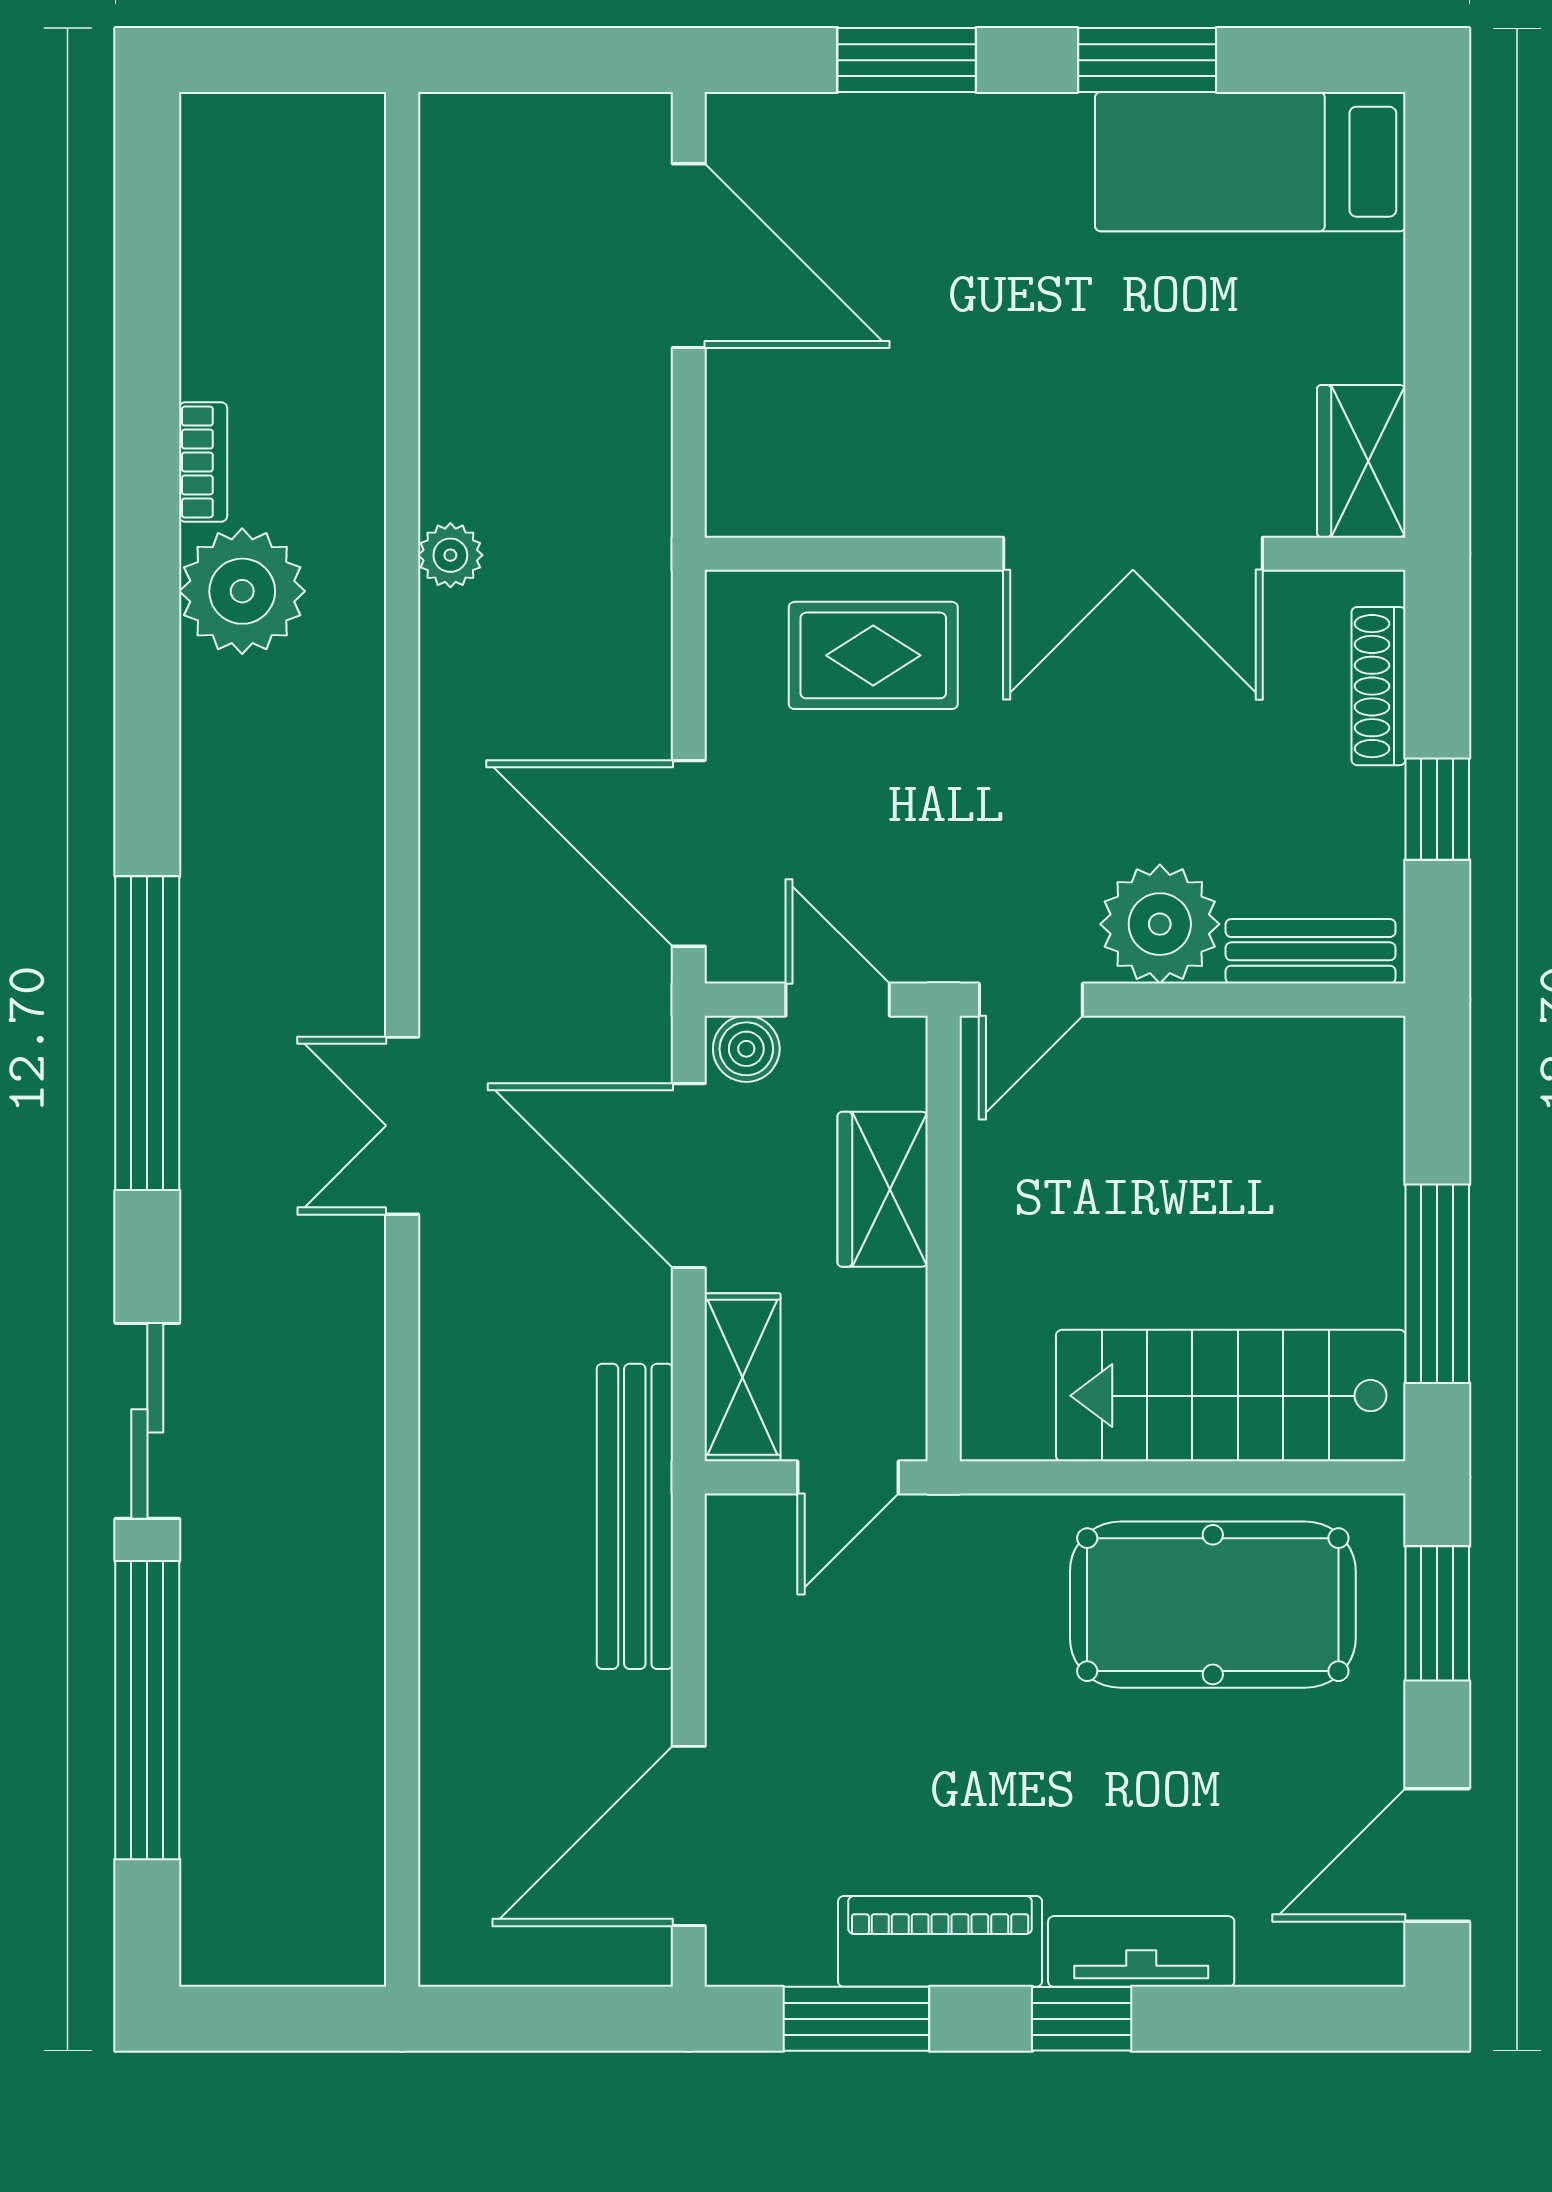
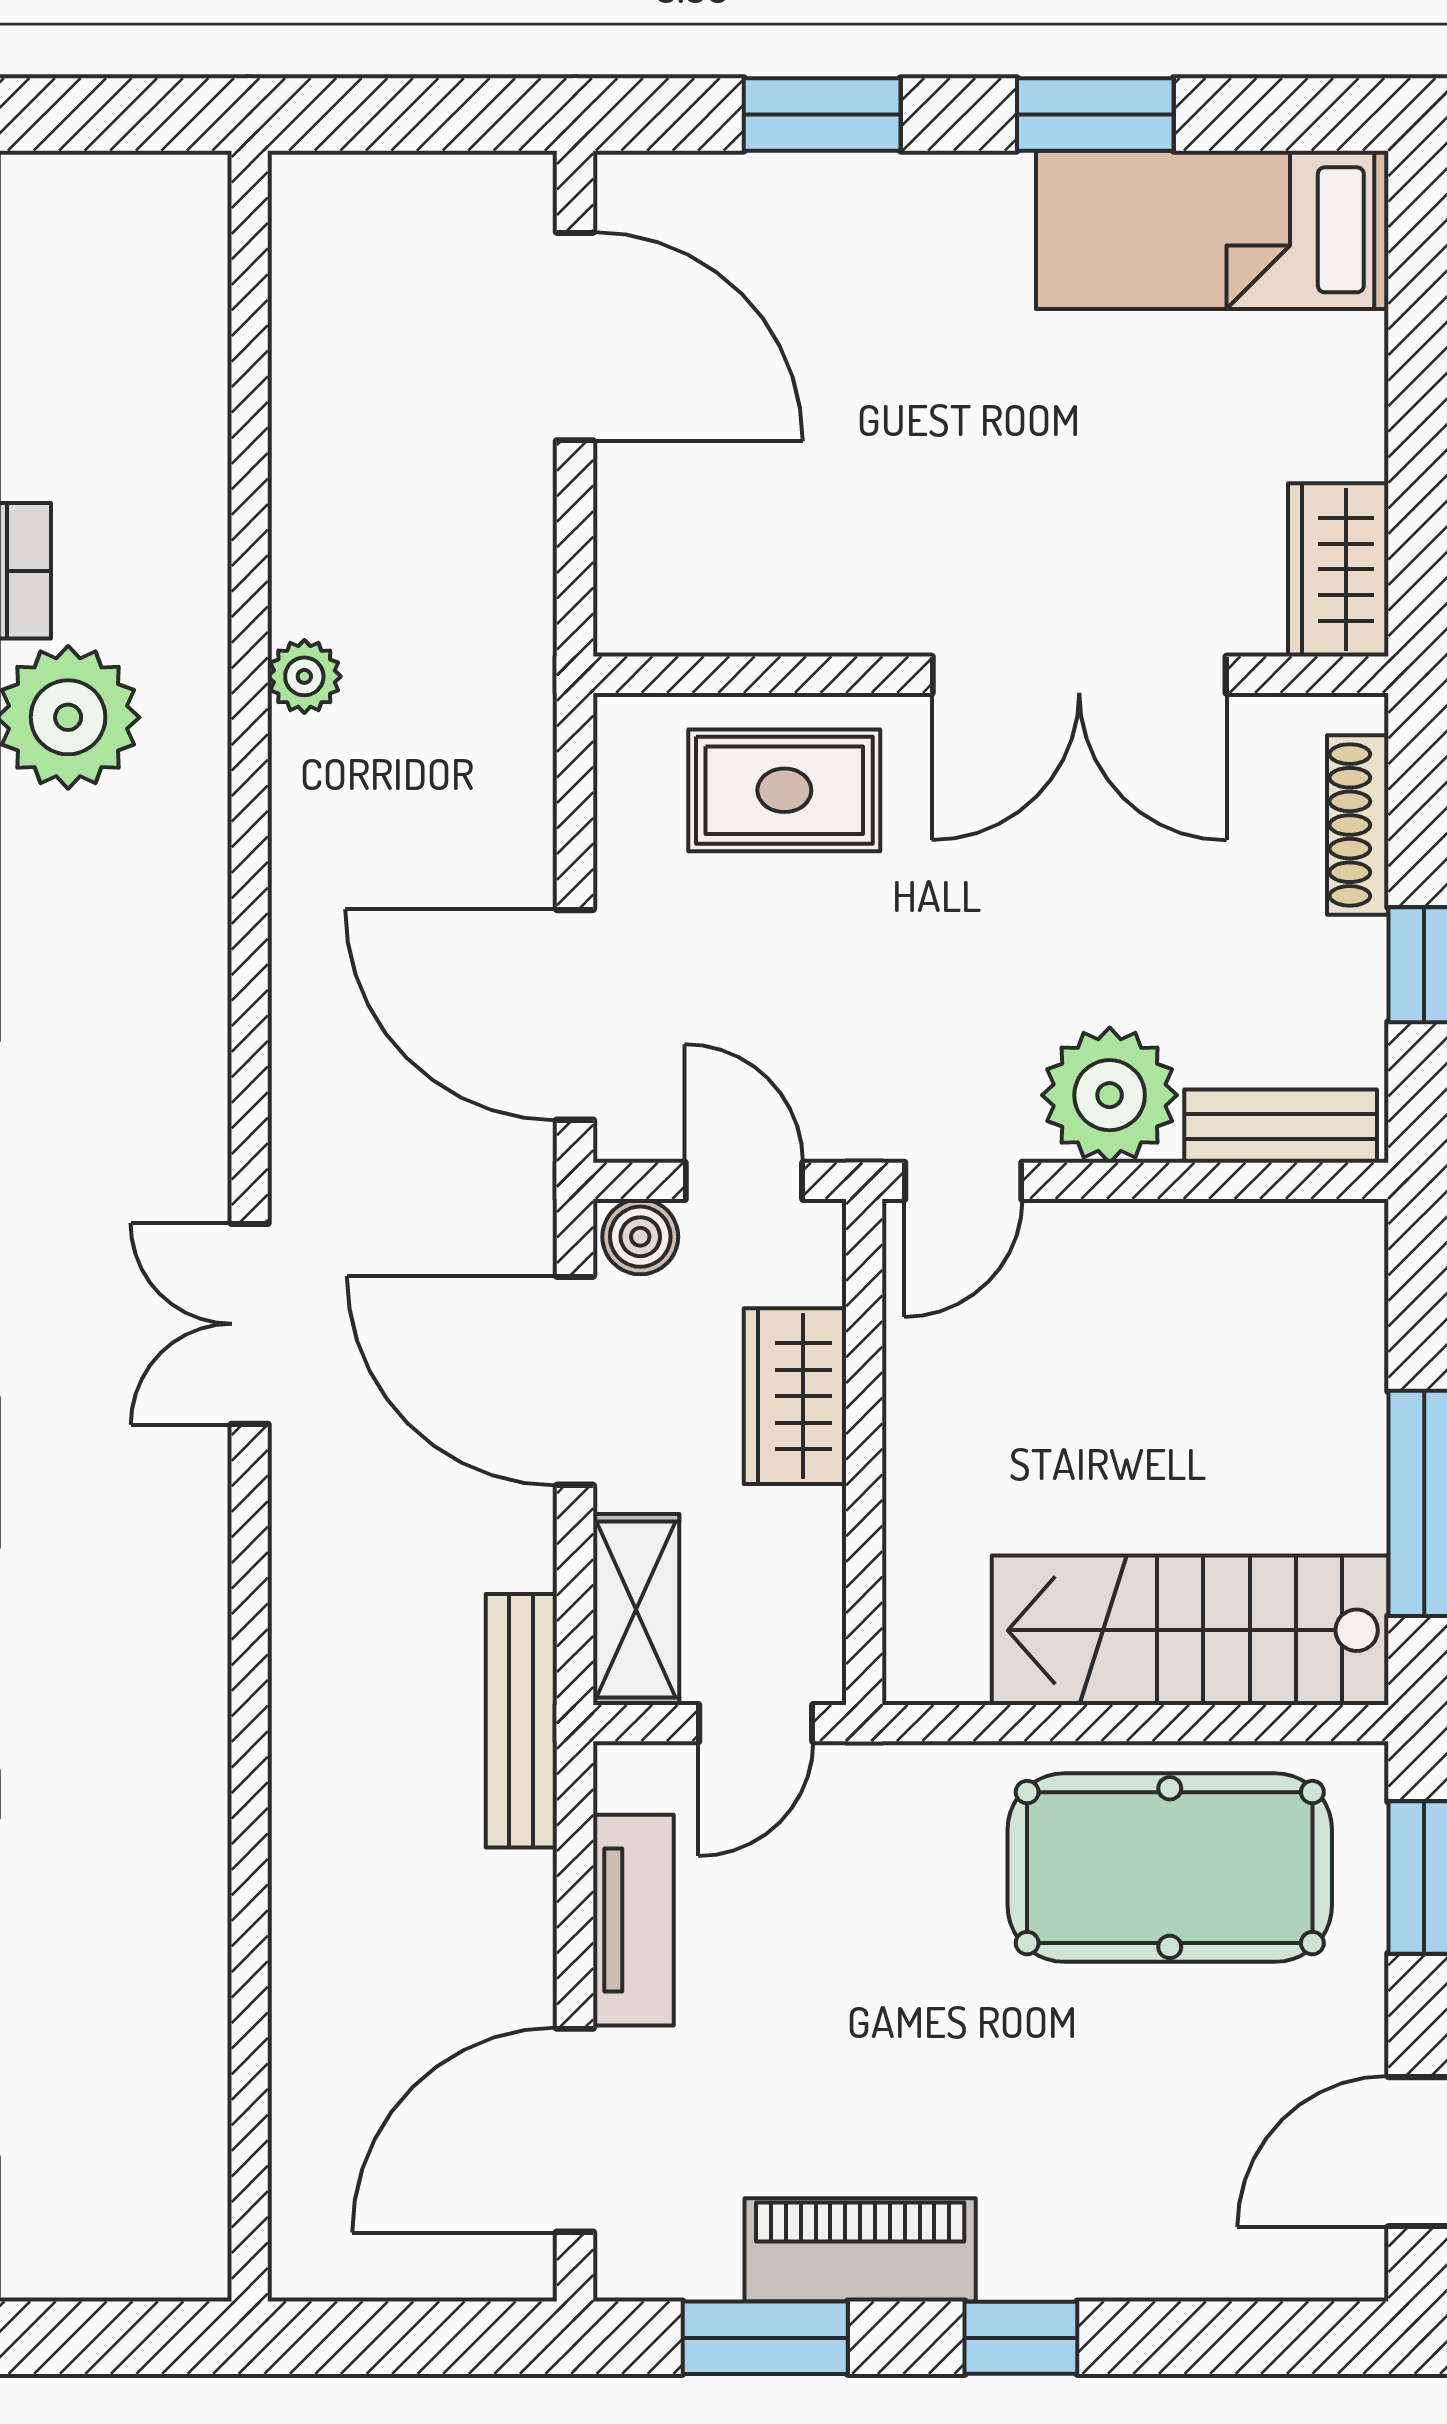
bench: (635, 1516) -> (521, 1721), width x0.73, depth x0.82
tv unit: (1141, 1951) -> (633, 1920), moved, turned 90

